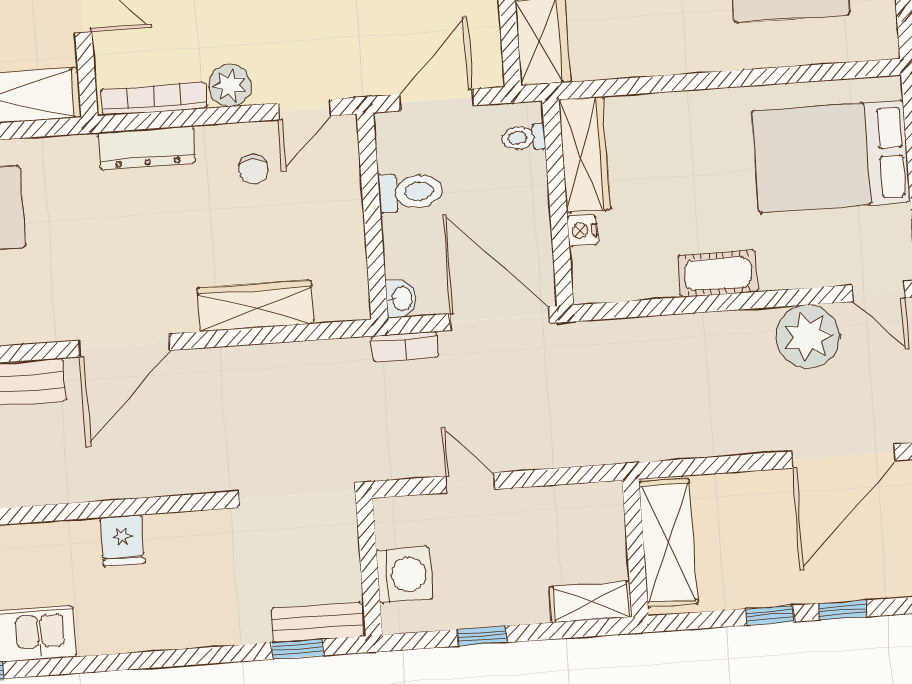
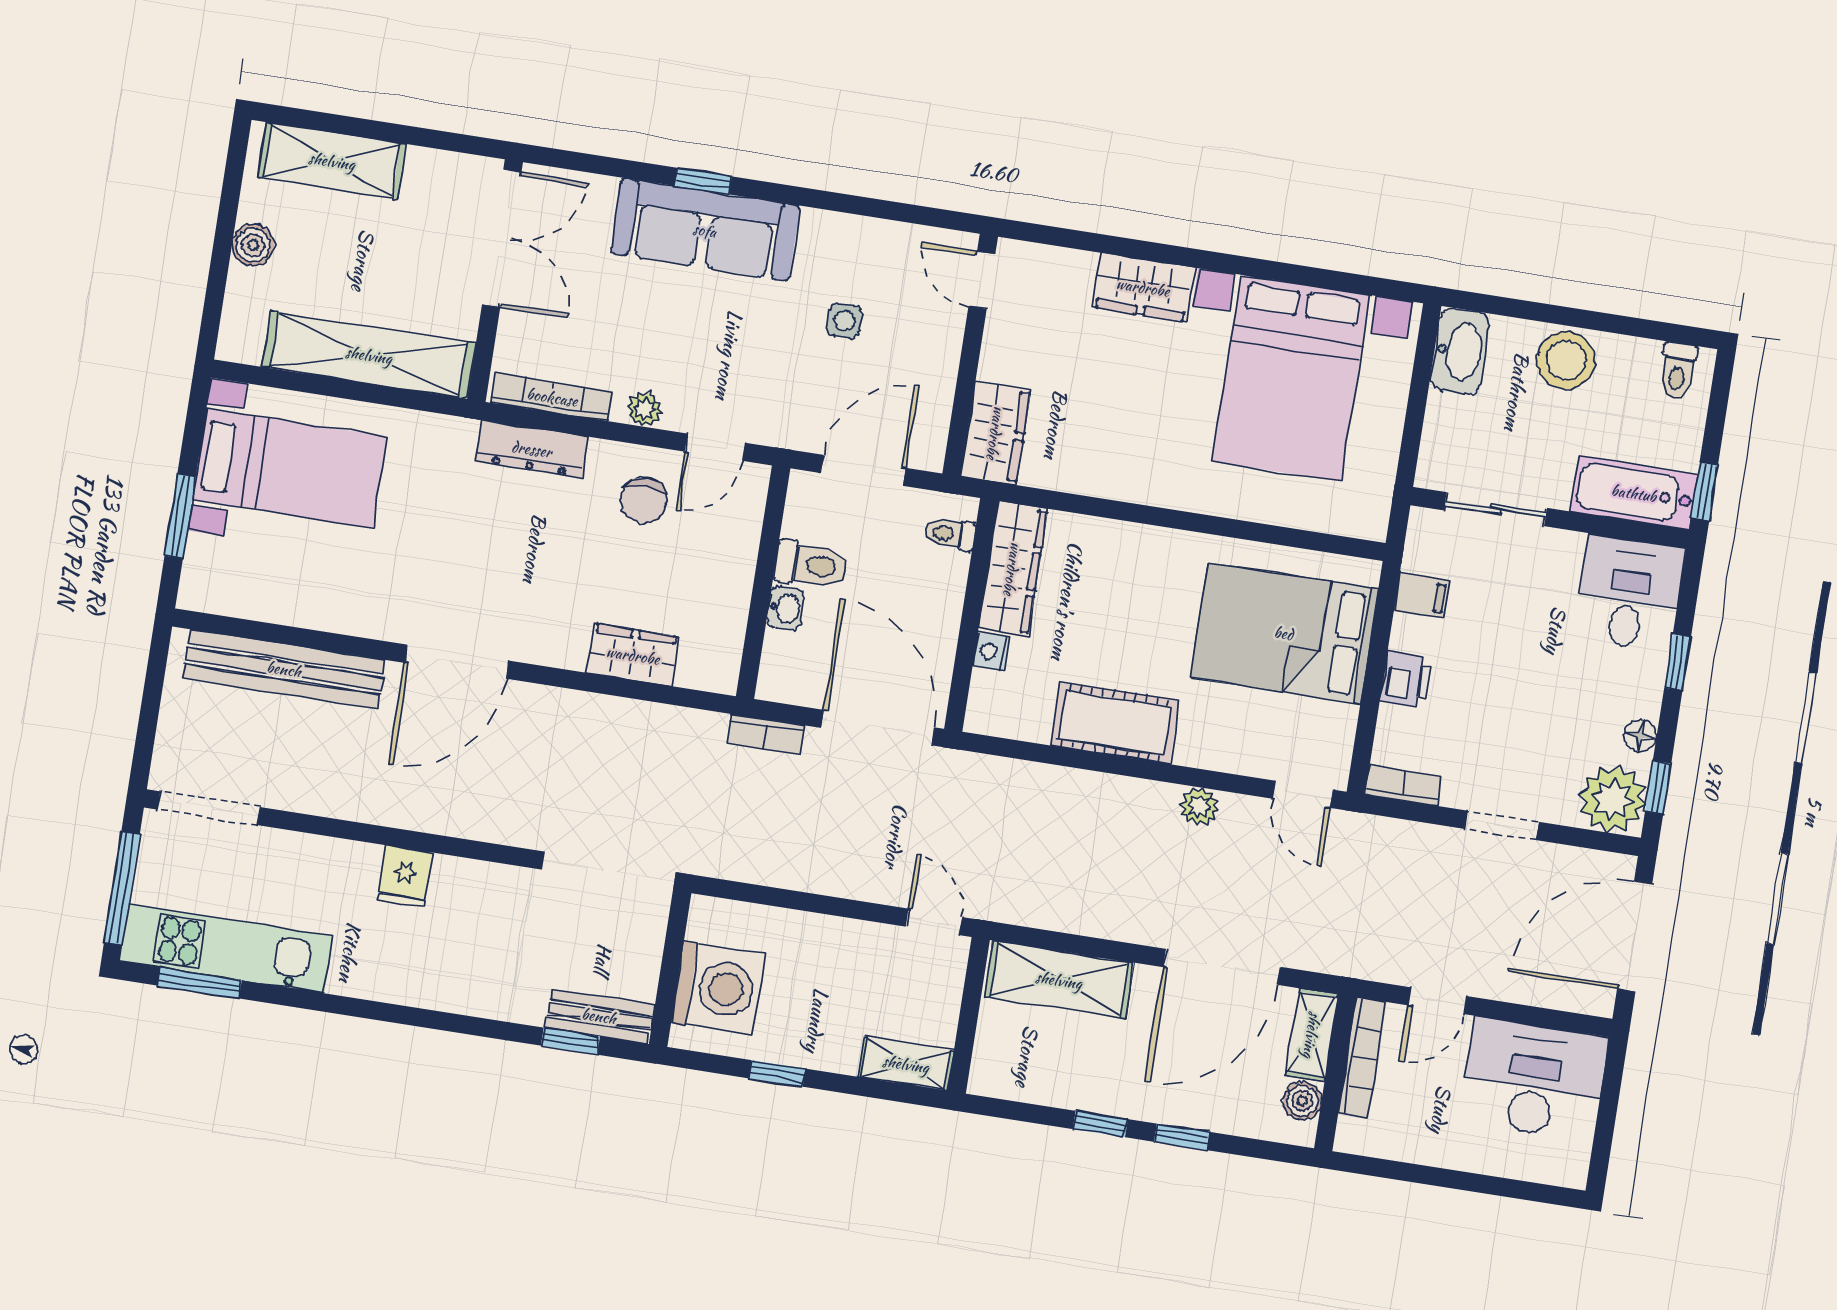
plant: (230, 85) -> (645, 409), width x0.73, depth x0.73
chair: (253, 169) -> (644, 500), width x1.37, depth x1.37
cot: (718, 273) -> (1115, 723), width x1.37, depth x1.34
washbasin: (401, 299) -> (786, 608), moved
wardrobe: (256, 306) -> (633, 655), width x0.67
plant: (808, 336) -> (1199, 807), width x0.53, depth x0.53
door: (470, 483) -> (934, 922), moved
shelving: (668, 543) -> (1059, 980), moved, turned 90
washing machine: (404, 575) -> (718, 988), width x1.37, depth x1.37

